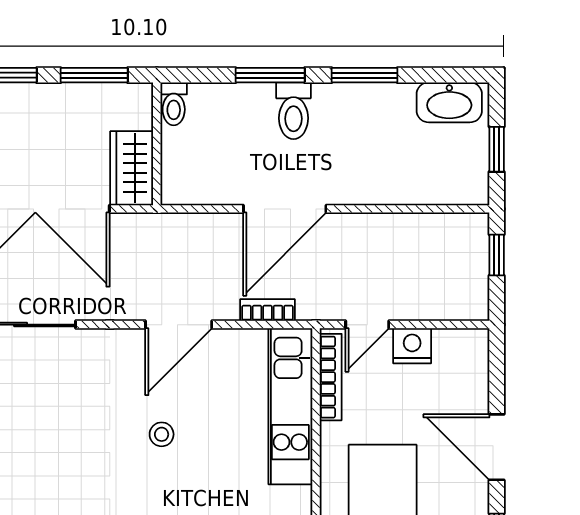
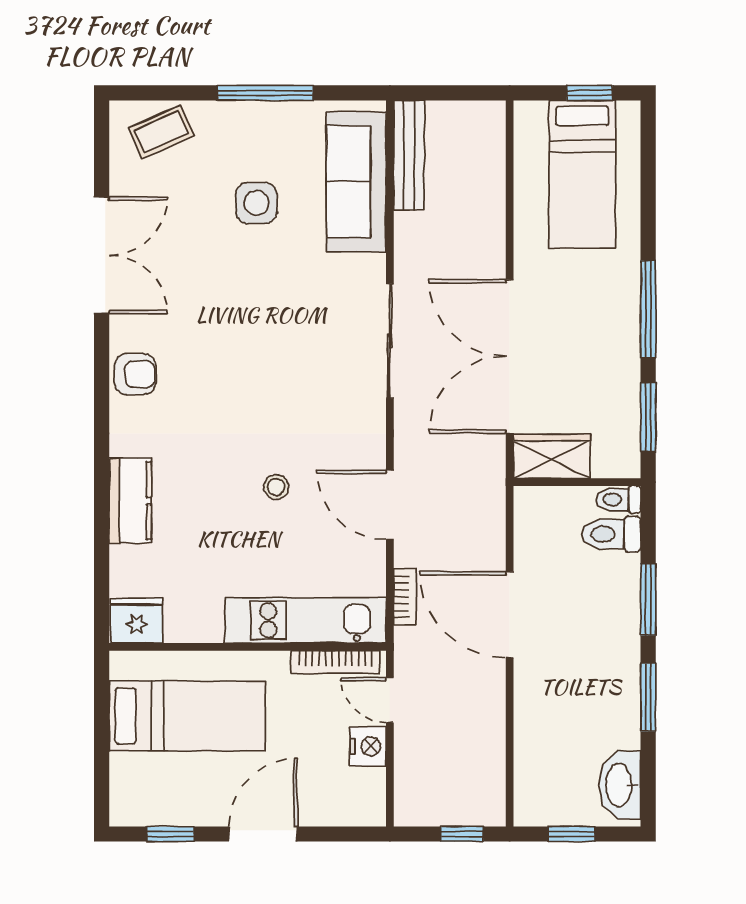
toilet: (293, 111) -> (611, 534), moved

